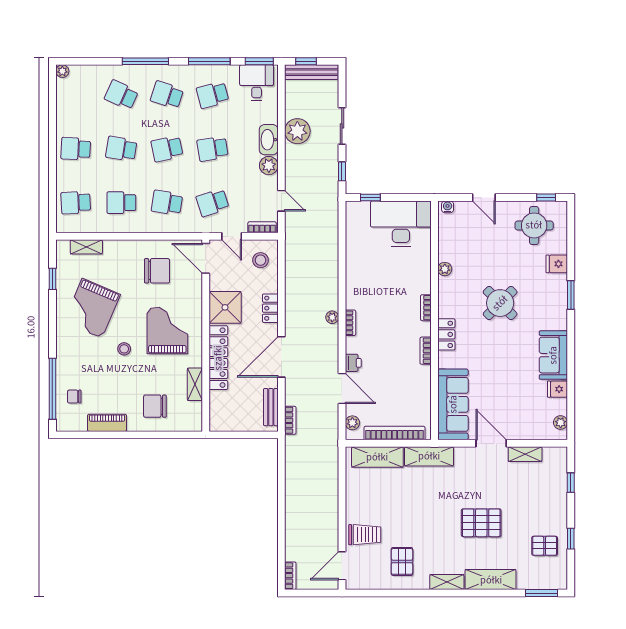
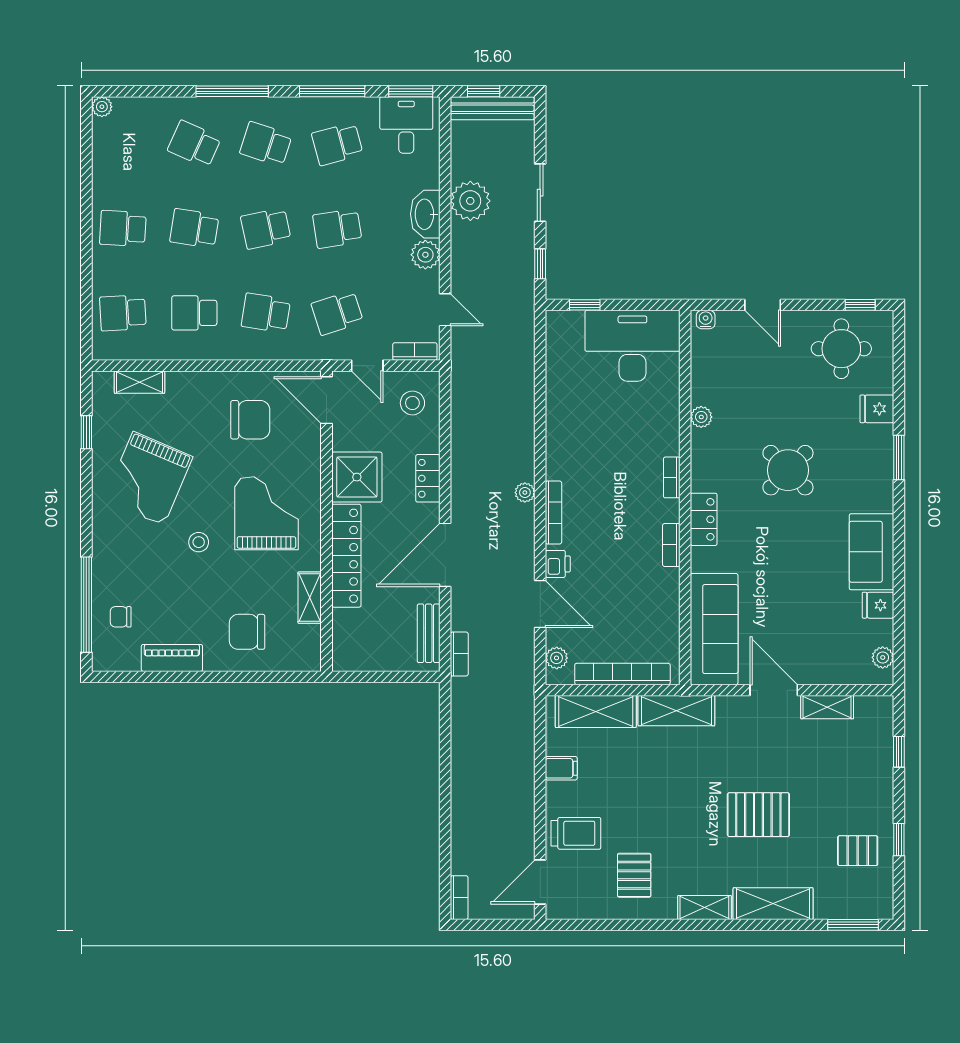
bookcase: (350, 323) -> (553, 512), width x1.56
filing cabinet: (355, 493) -> (561, 768), added

